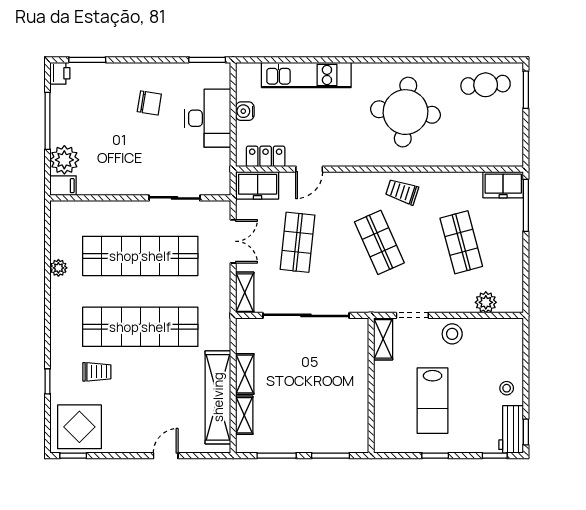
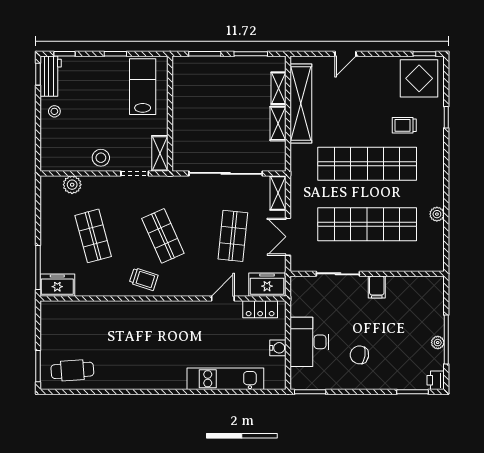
round table: (406, 112) -> (141, 347), removed
plant: (64, 160) -> (438, 343), moved, width x0.53, depth x0.53
filing cabinet: (63, 186) -> (377, 287), moved, turned -90
lab bench: (433, 401) -> (143, 87), moved

